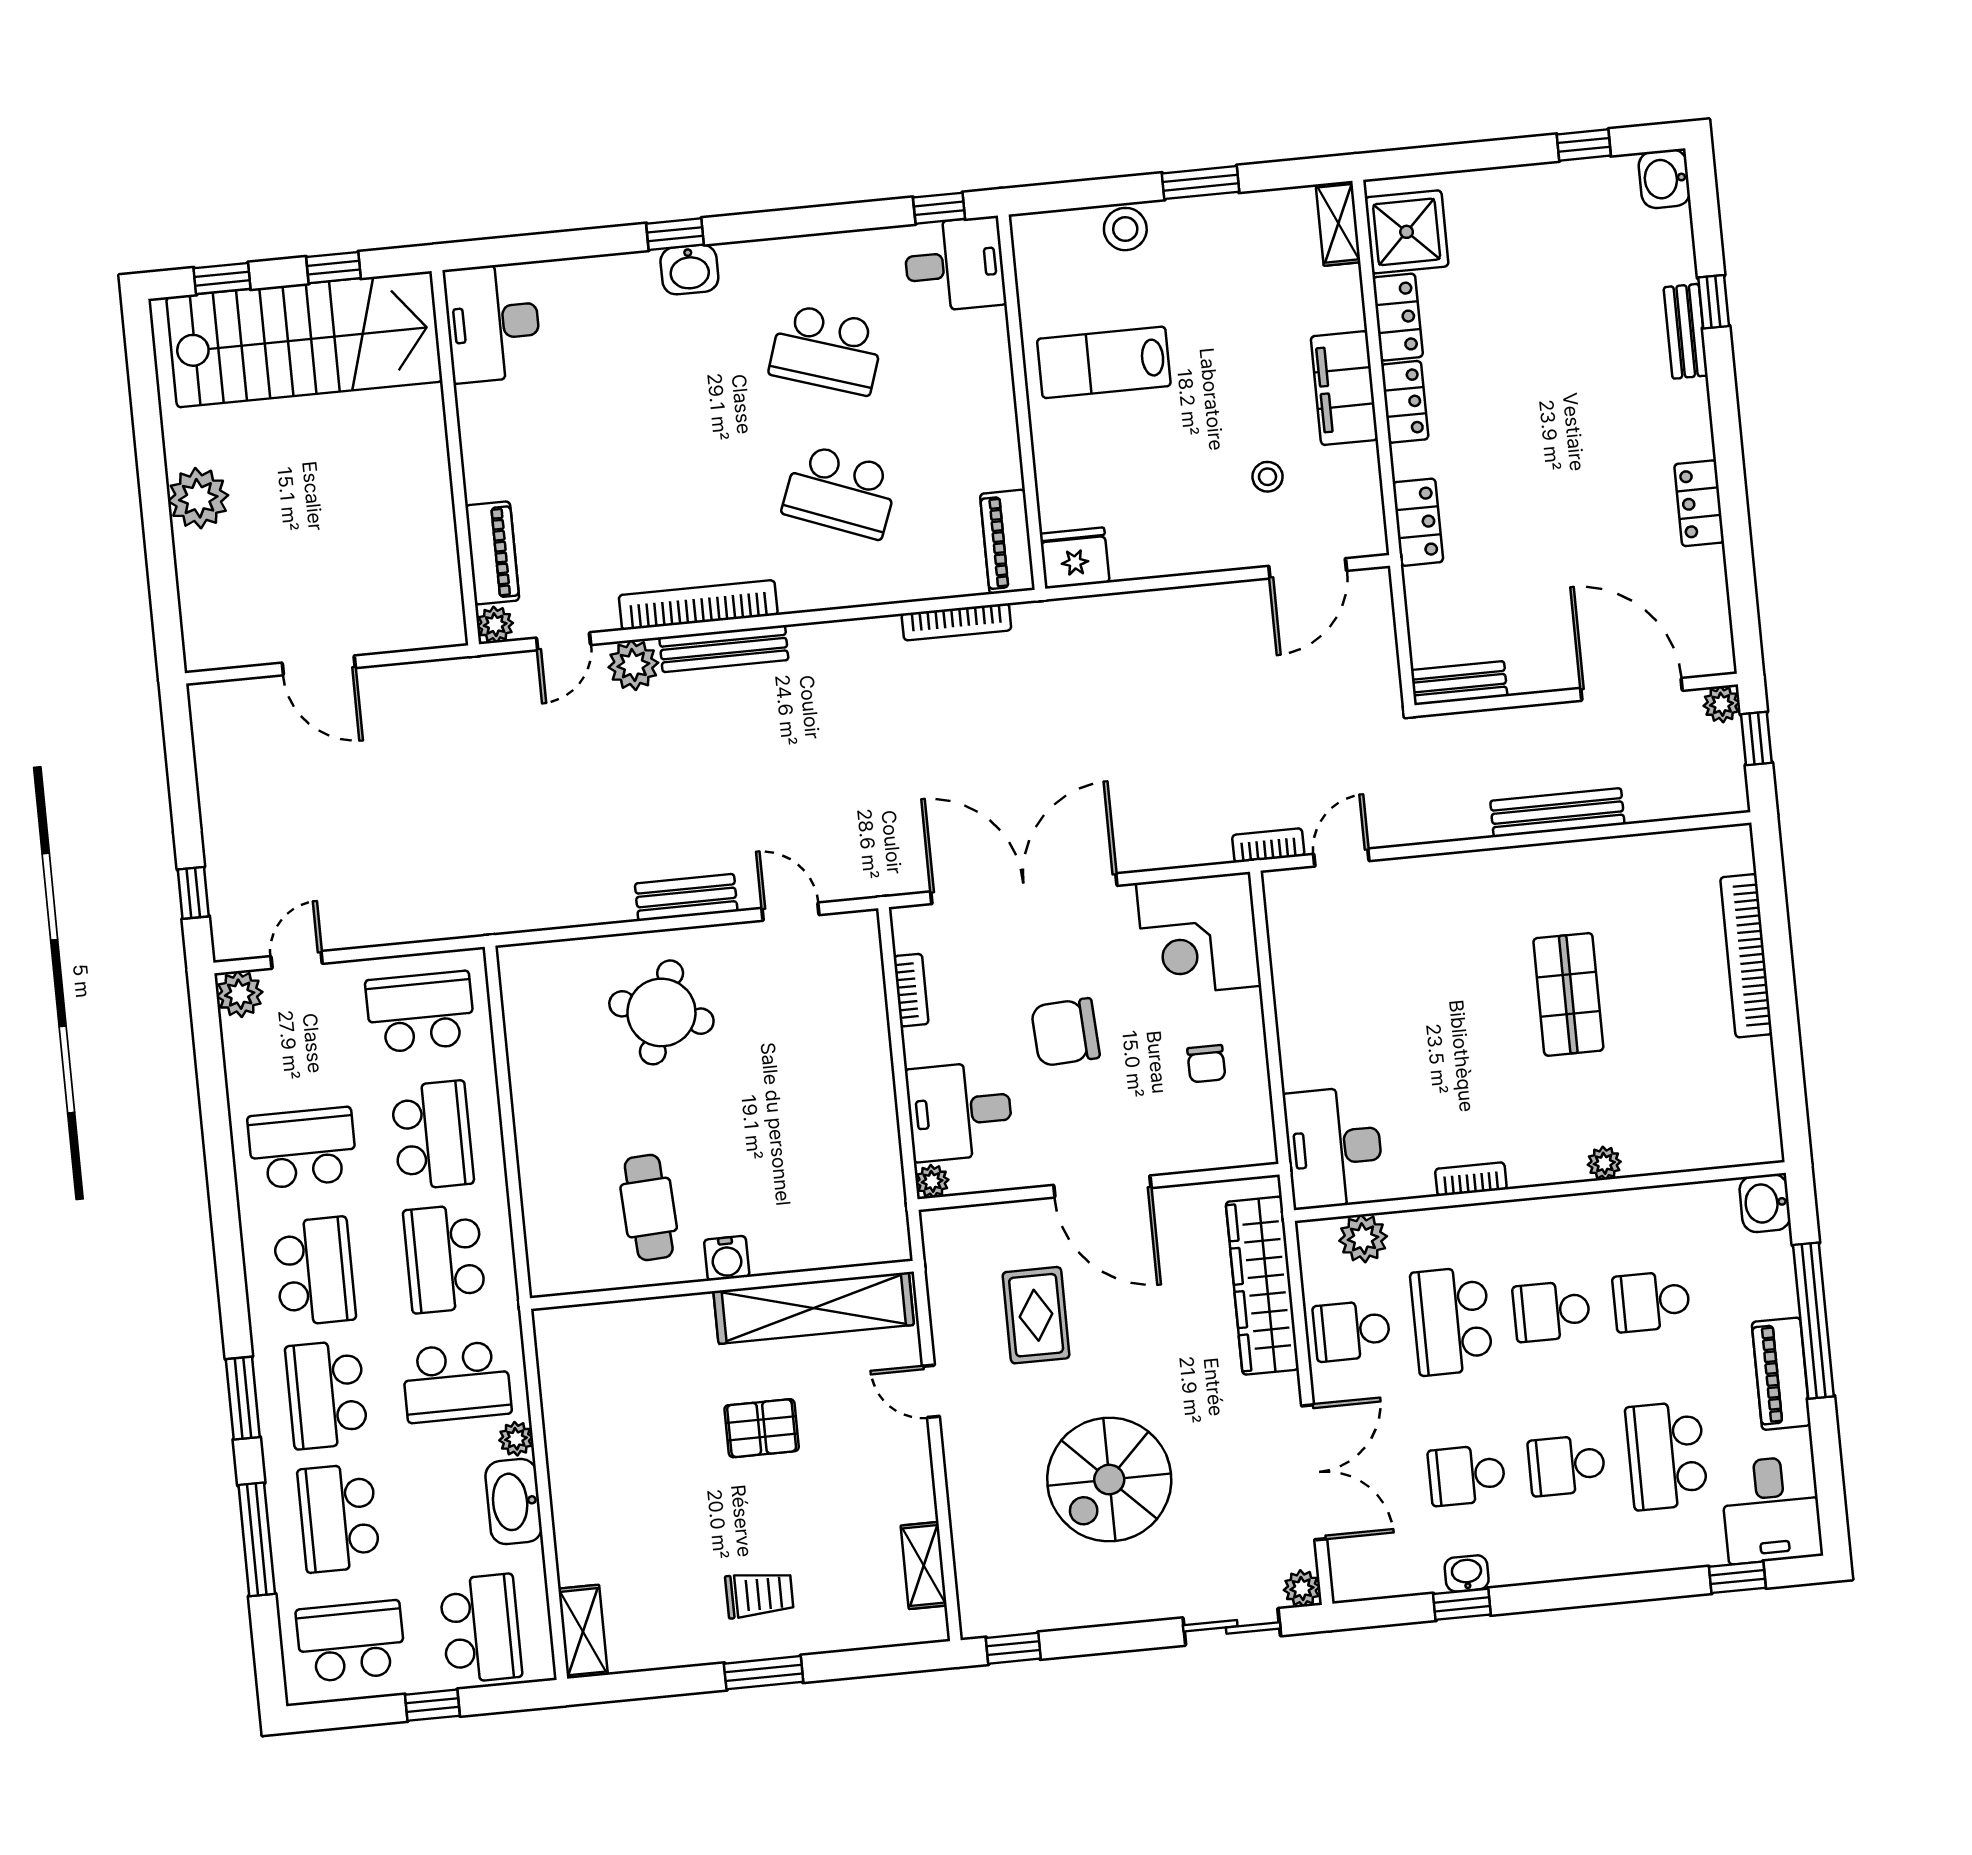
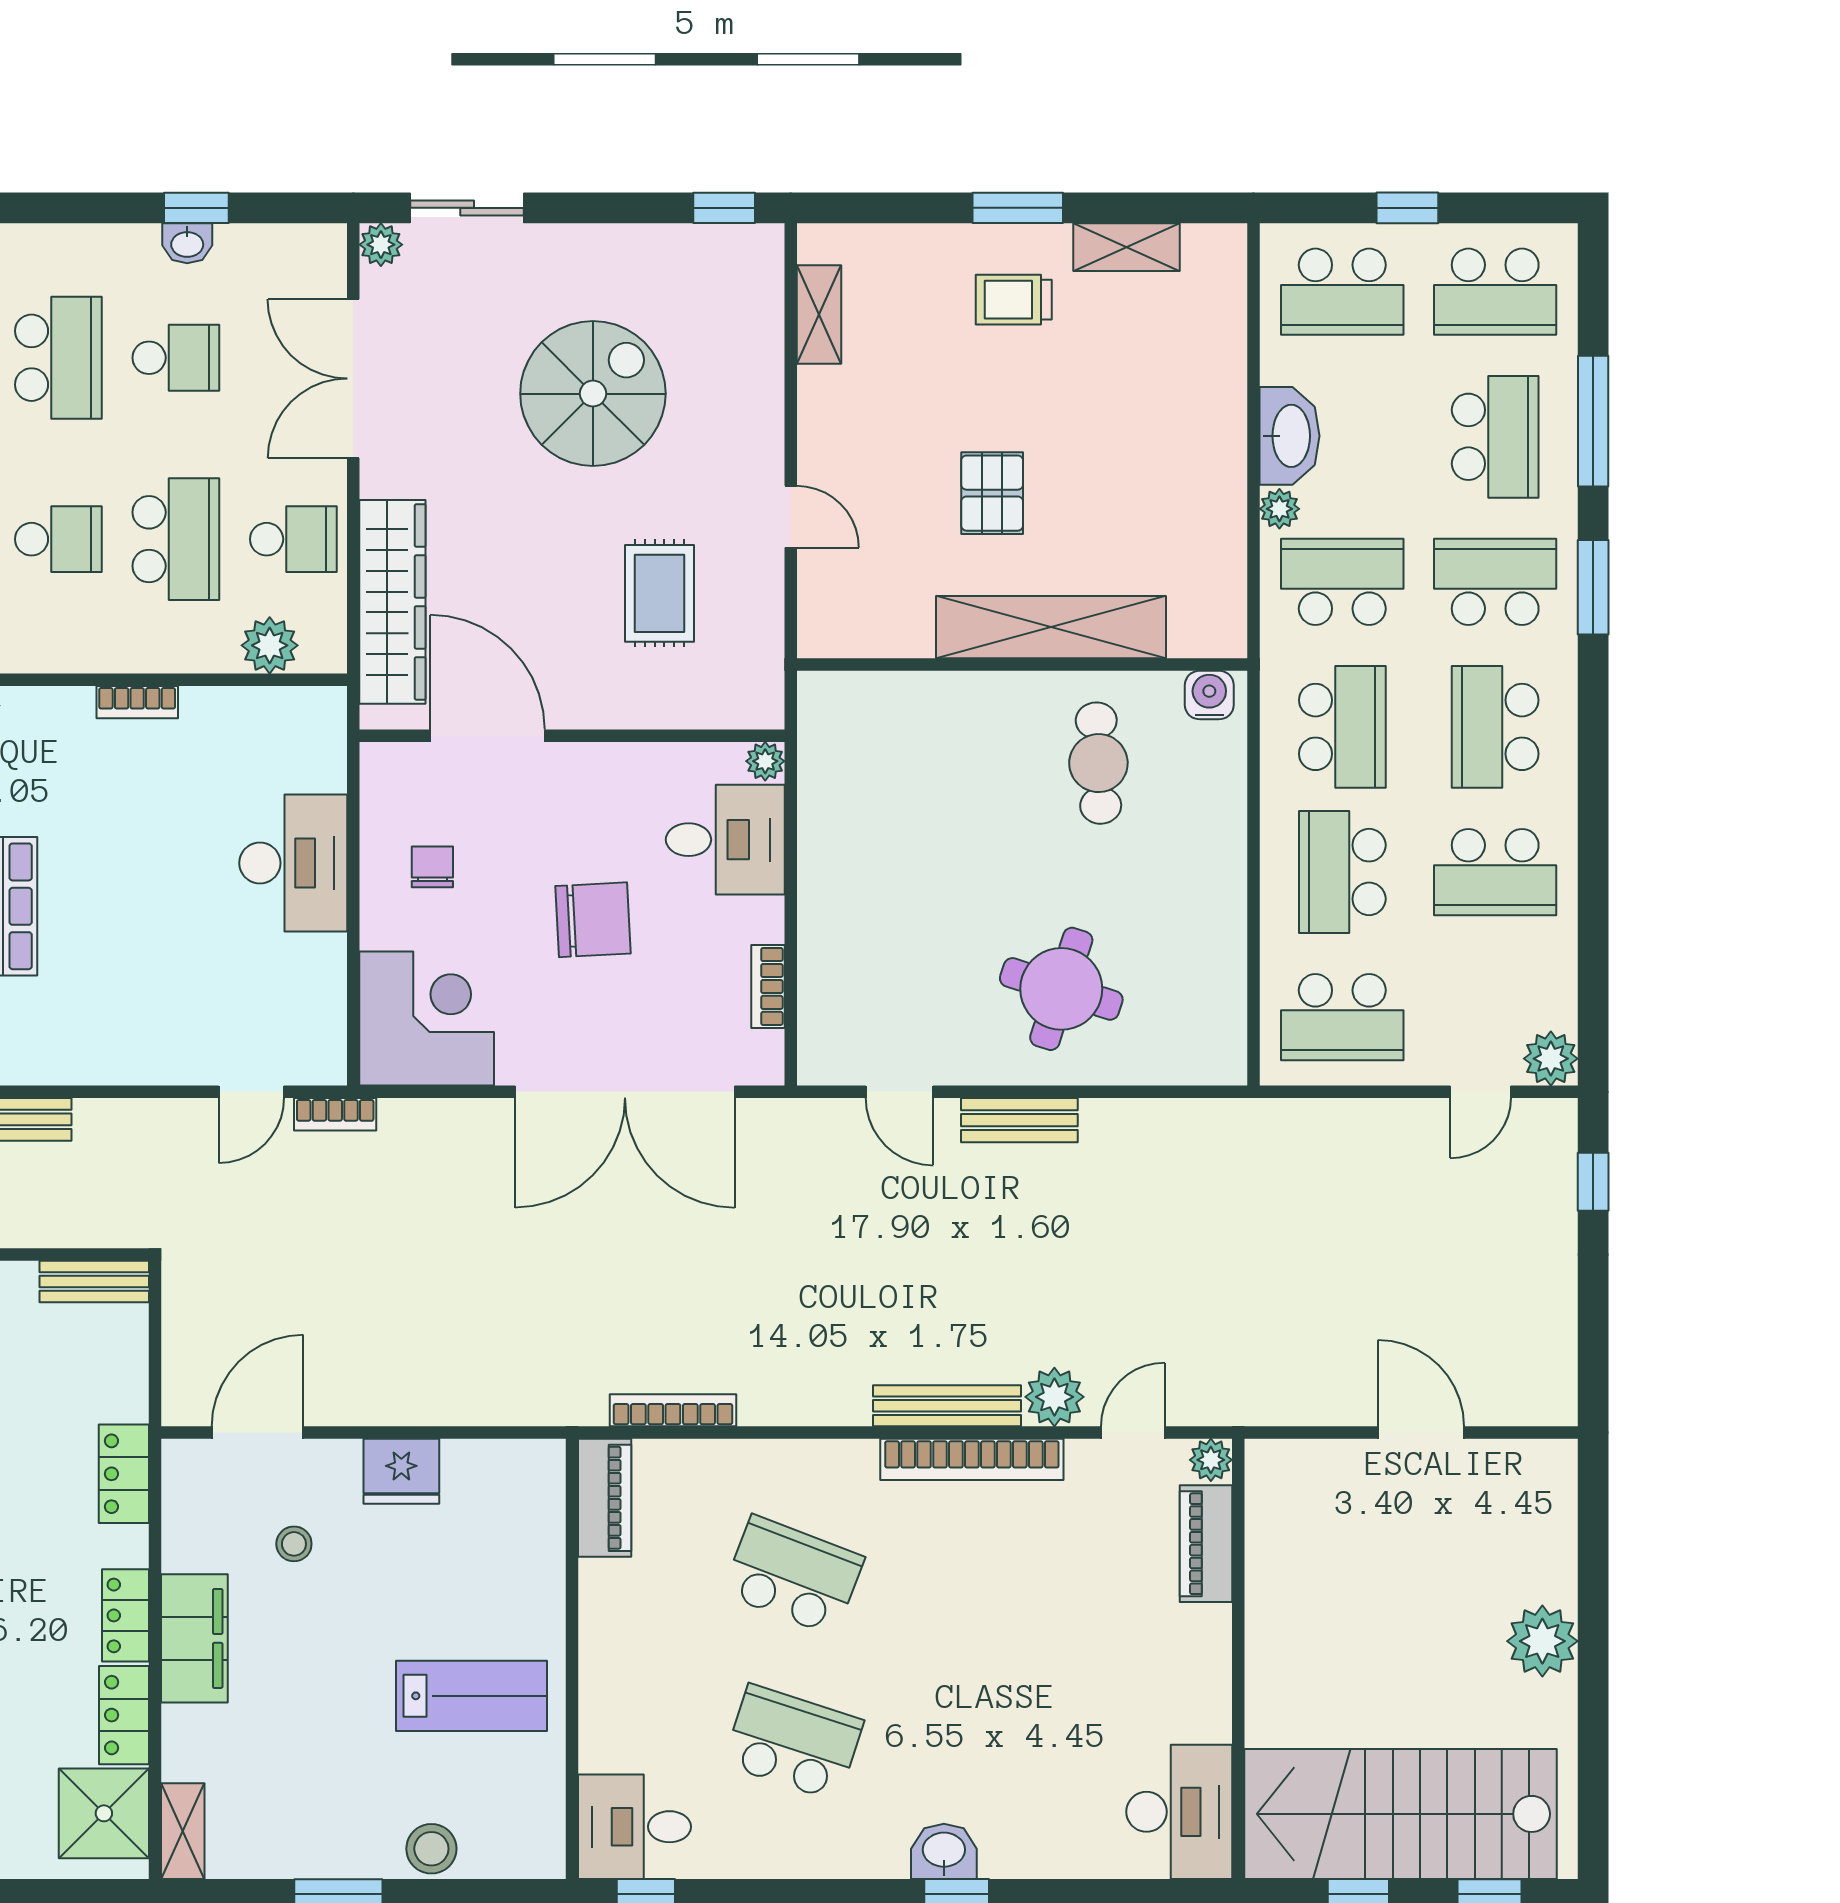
fridge: (1075, 558) -> (401, 1471), moved
desk: (1334, 1148) -> (293, 863), moved
door: (1102, 1186) -> (487, 736), moved
water cooler: (727, 1258) -> (1209, 695), moved
shelving: (814, 1308) -> (1051, 627), moved
school desk: (327, 1395) -> (1495, 582), turned -90
pallet: (762, 1428) -> (992, 493), turned 90
school desk: (1567, 1465) -> (58, 358), width x1.85
school desk: (481, 1629) -> (1342, 292), turned -90
shelving: (583, 1632) -> (1127, 247), moved, turned 90

